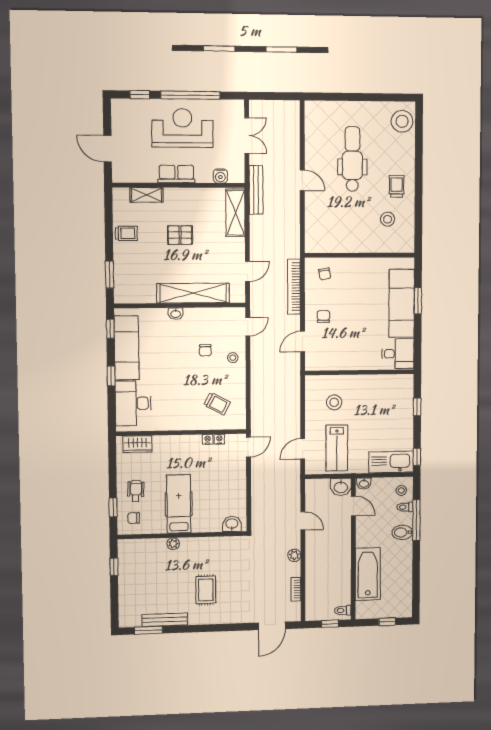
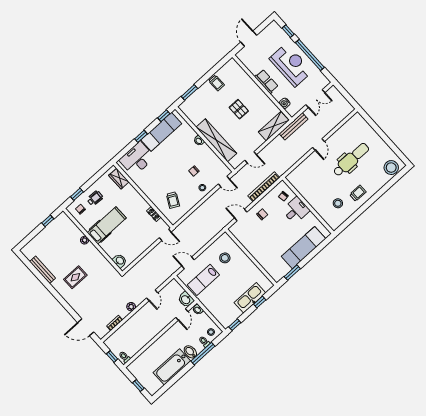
shelving: (146, 195) -> (244, 76), removed
window: (418, 301) -> (292, 273), moved
desk: (398, 354) -> (296, 210), moved, turned -90
kitchen sink: (391, 462) -> (250, 298), moved, turned -90
bathtub: (368, 574) -> (172, 367), moved, turned 180
window: (148, 630) -> (30, 266), removed

